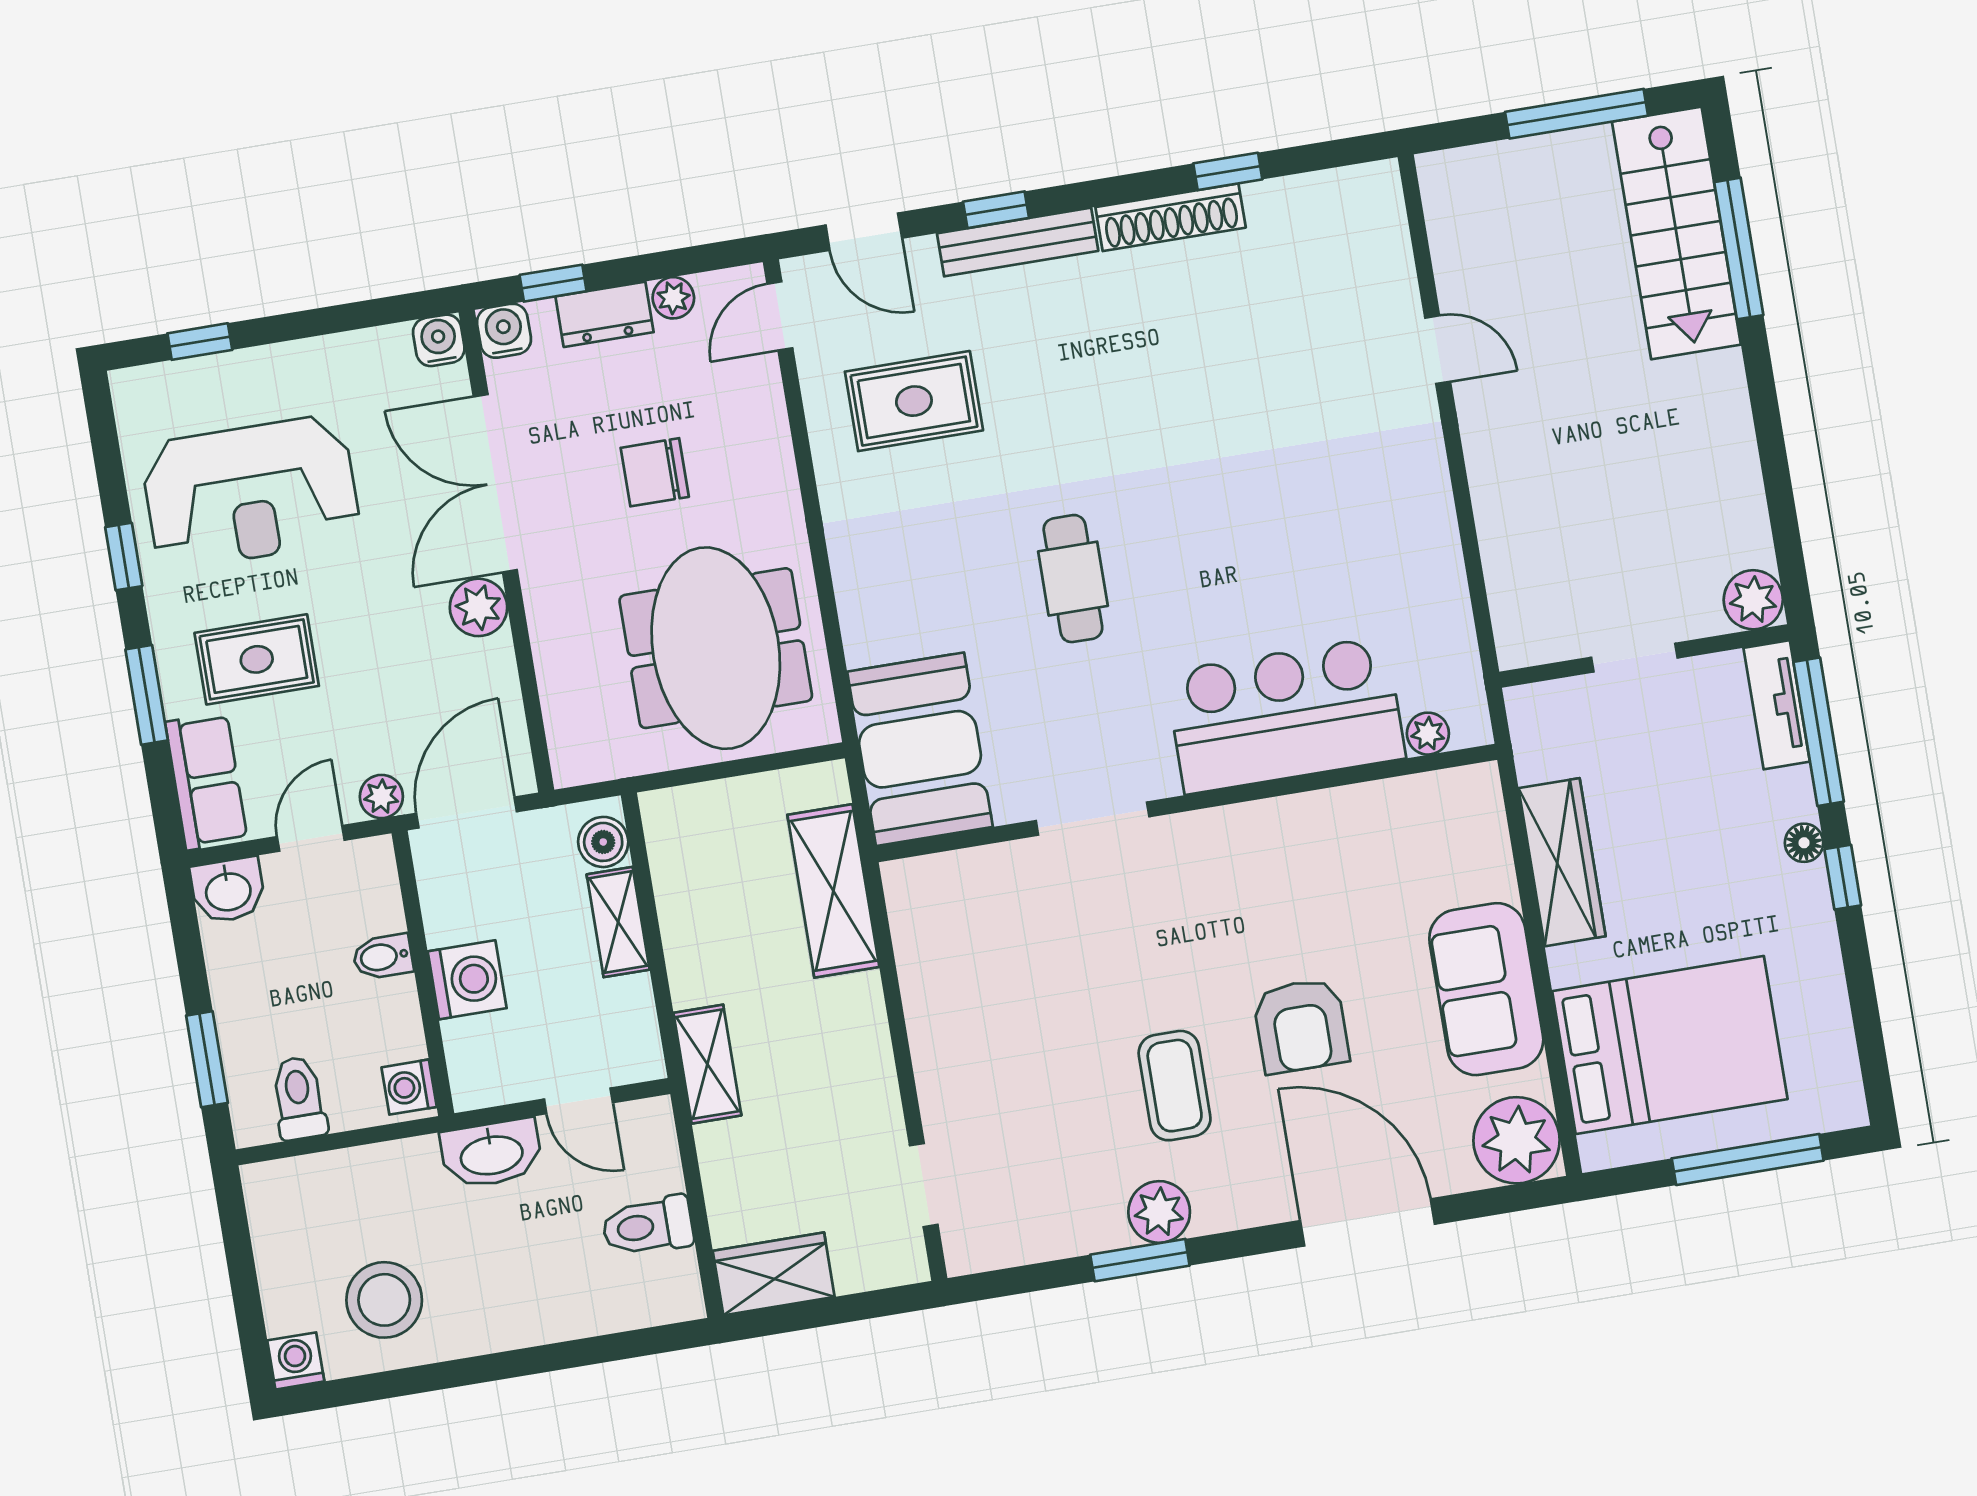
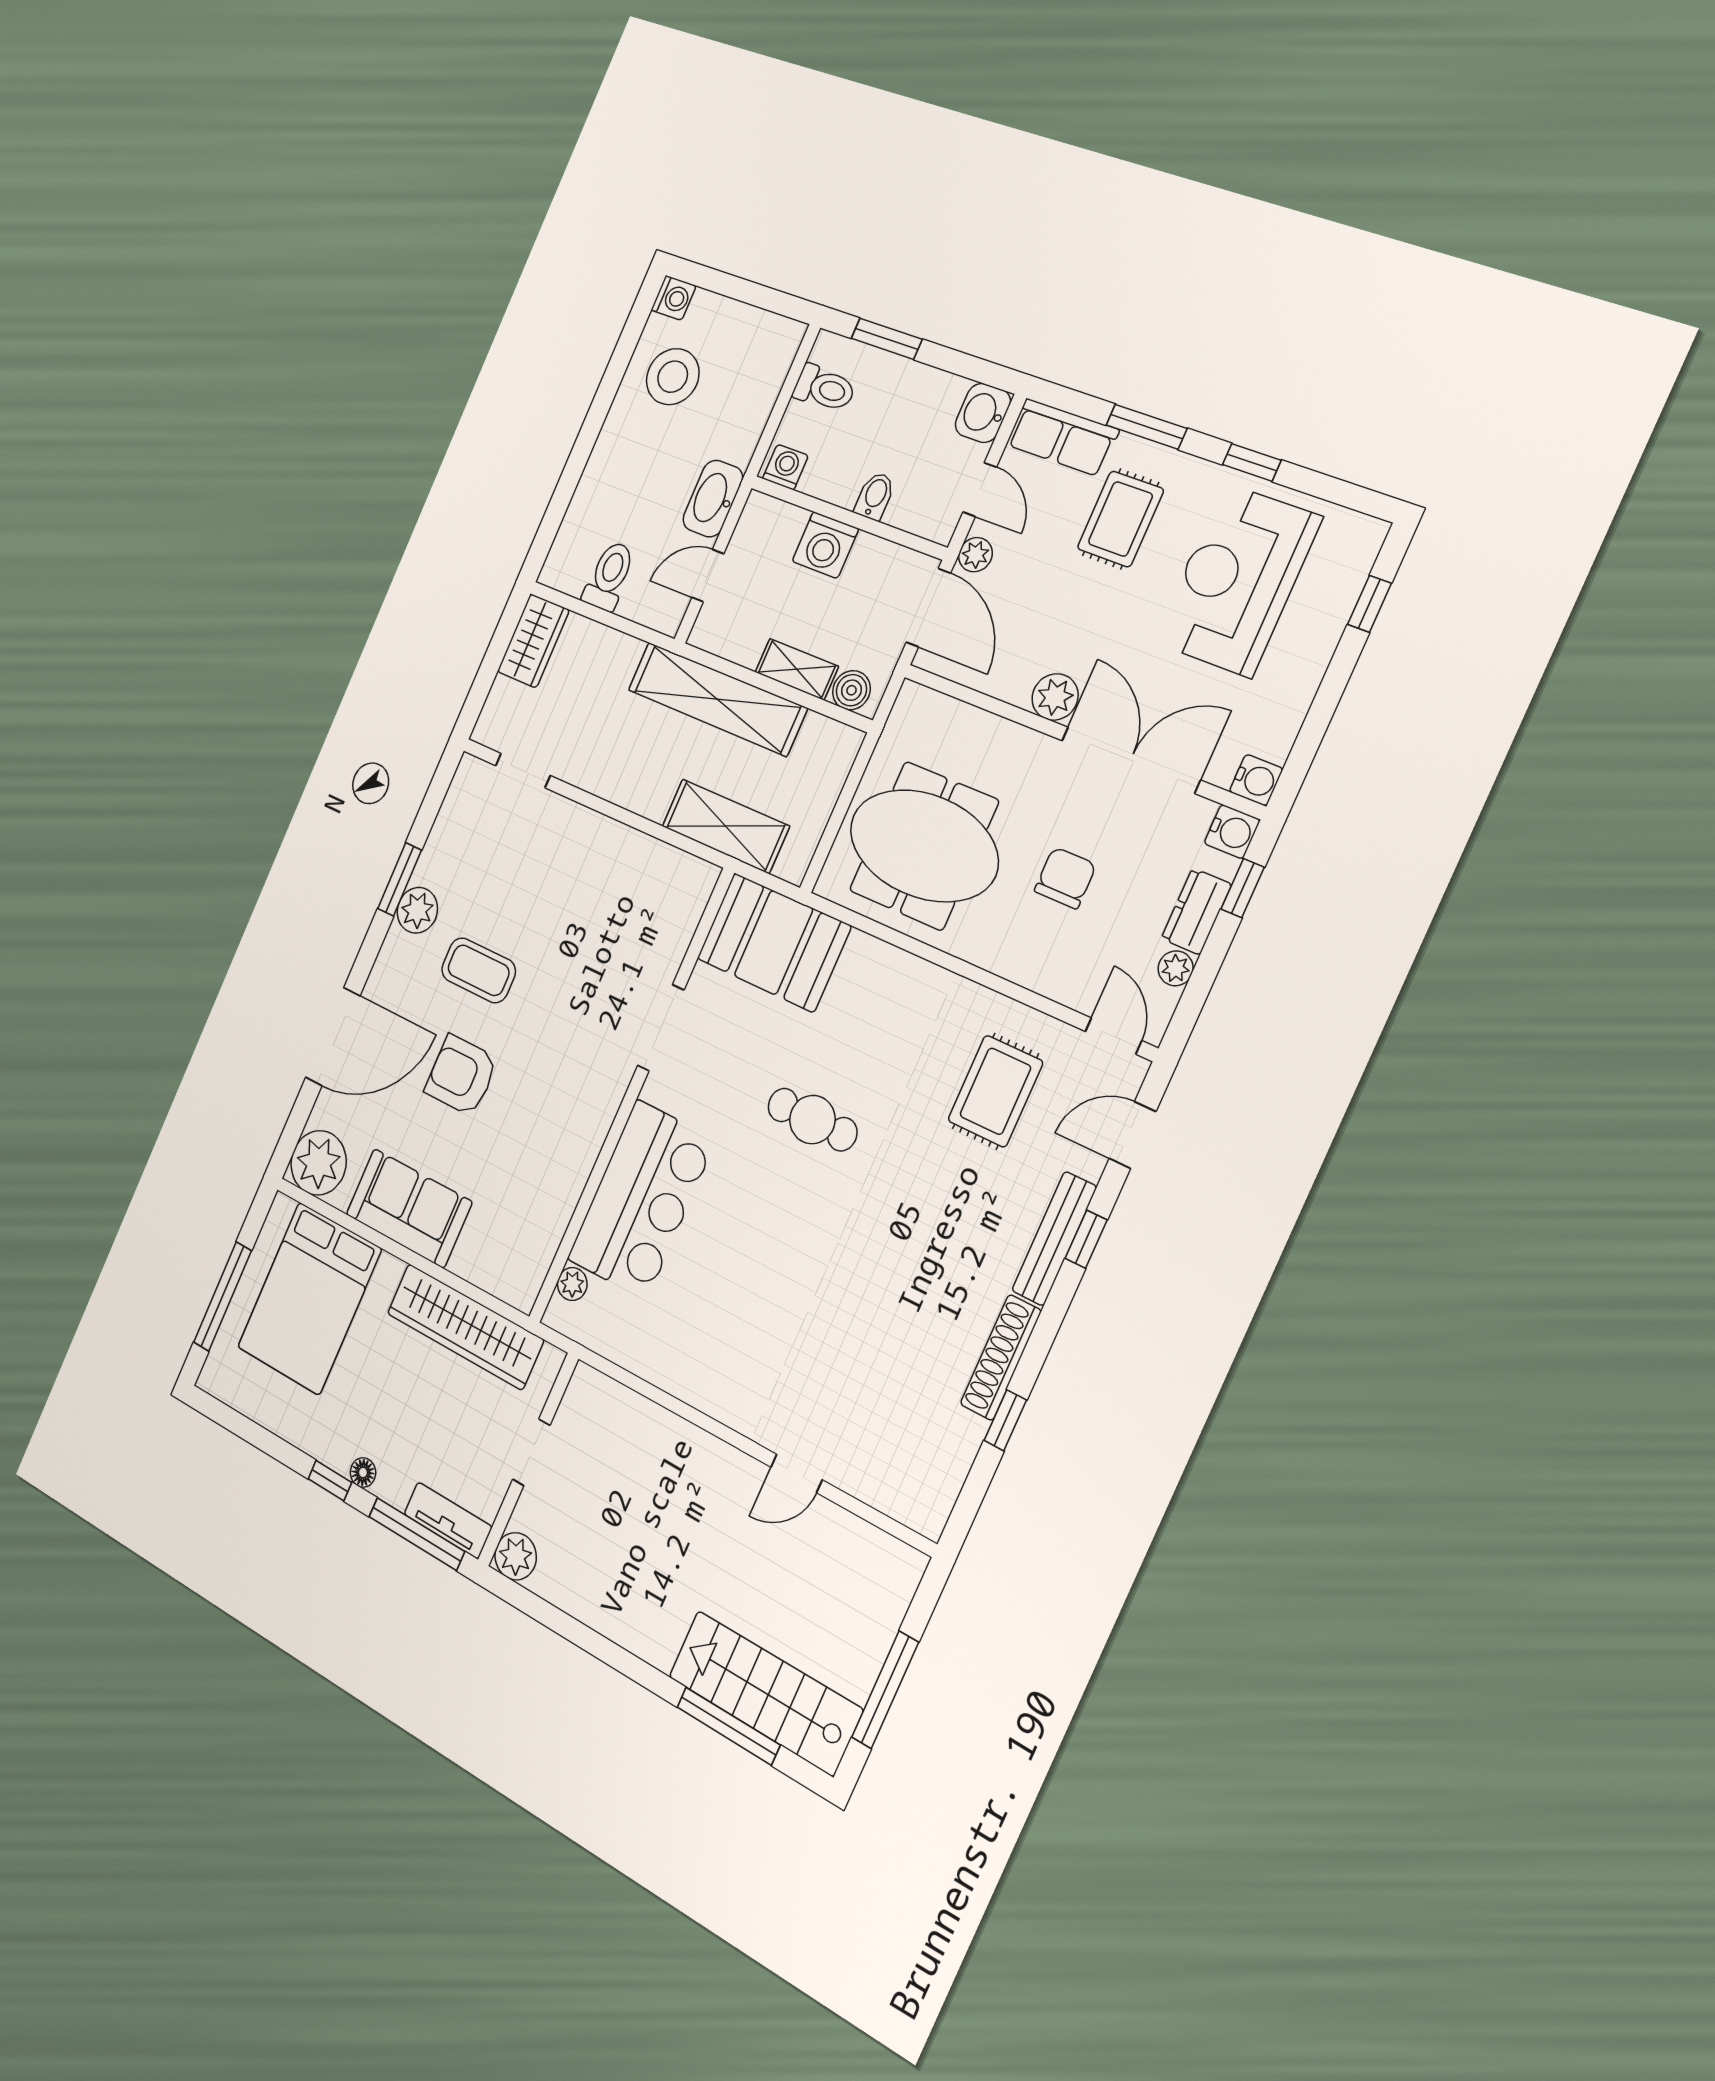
wardrobe: (1562, 862) -> (465, 1326), width x1.40, depth x1.17
shelving: (707, 1064) -> (717, 699), width x2.20, depth x1.33

